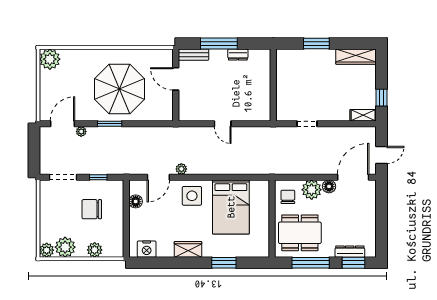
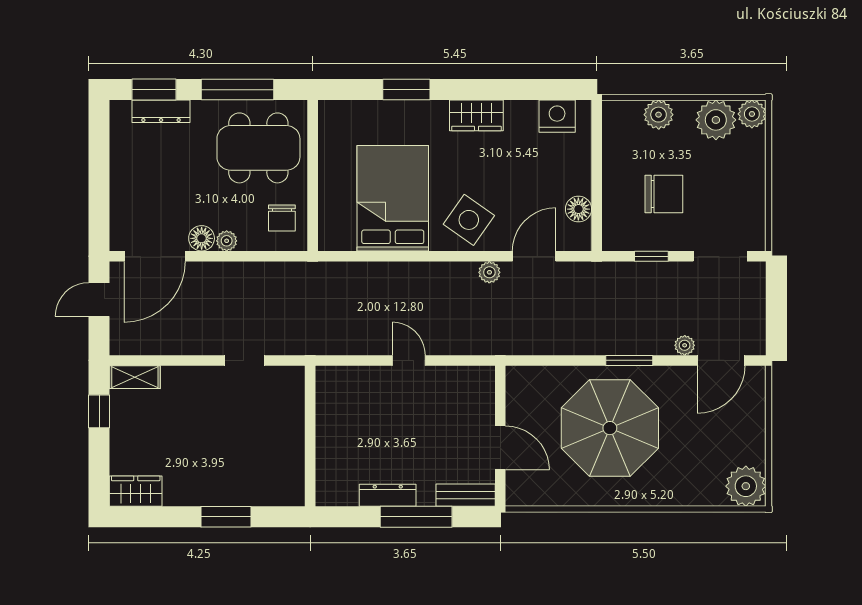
dresser: (238, 55) -> (388, 495), width x1.44
wardrobe: (356, 57) -> (136, 491), width x0.67
plant: (312, 190) -> (227, 241), width x0.53, depth x0.53
side table: (192, 196) -> (469, 220), turned 35

